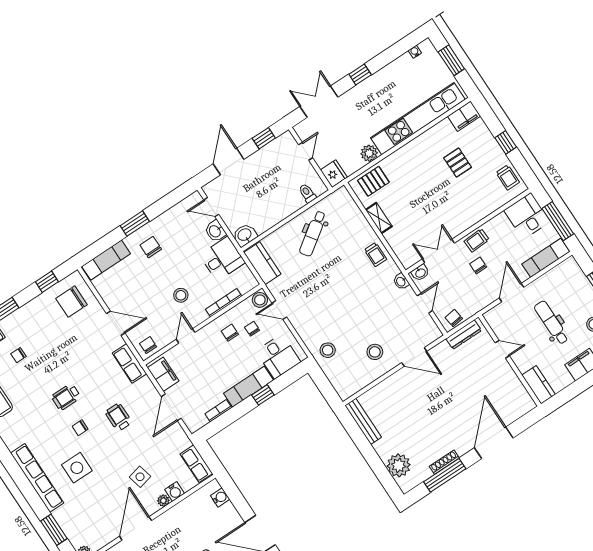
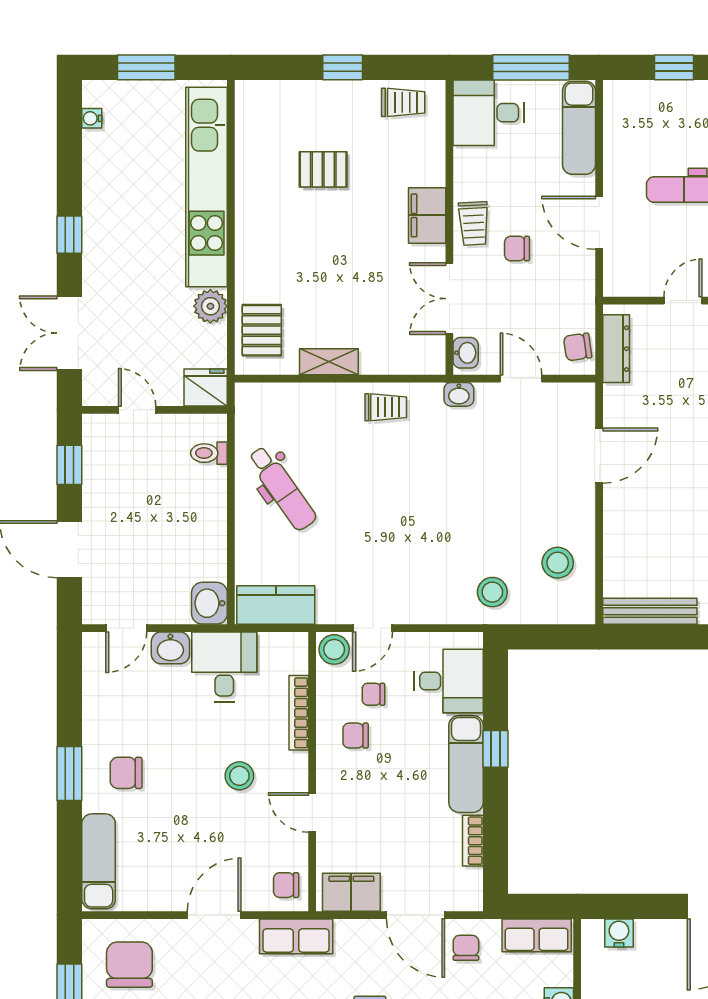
filing cabinet: (464, 116) -> (427, 215), moved, turned 180
chair: (71, 302) -> (129, 965), turned 180
stool: (375, 352) -> (558, 563), moved
chair: (172, 438) -> (466, 948), added

